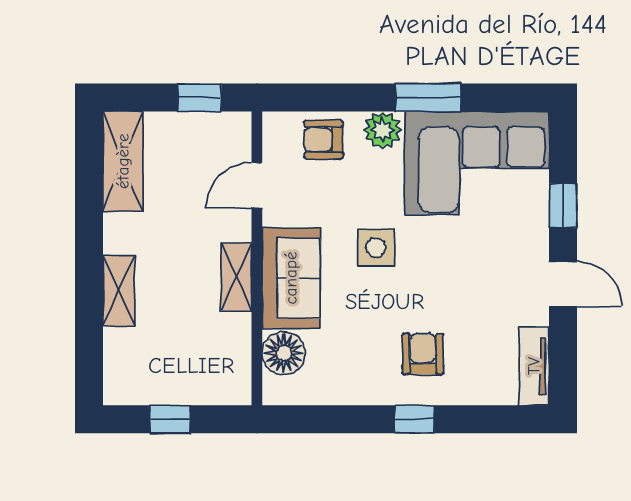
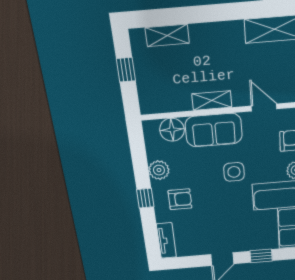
shelving: (119, 290) -> (167, 35), moved
tv unit: (534, 366) -> (166, 241), moved, turned 90
plant: (360, 386) -> (159, 170), added

